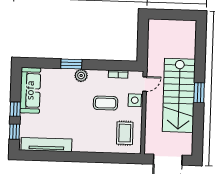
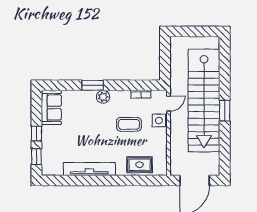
sofa: (30, 90) -> (51, 107), width x0.73
stairs: (179, 95) -> (204, 100), width x1.36
rug: (125, 133) -> (140, 165), moved, turned 90
tv unit: (46, 145) -> (89, 169), moved

